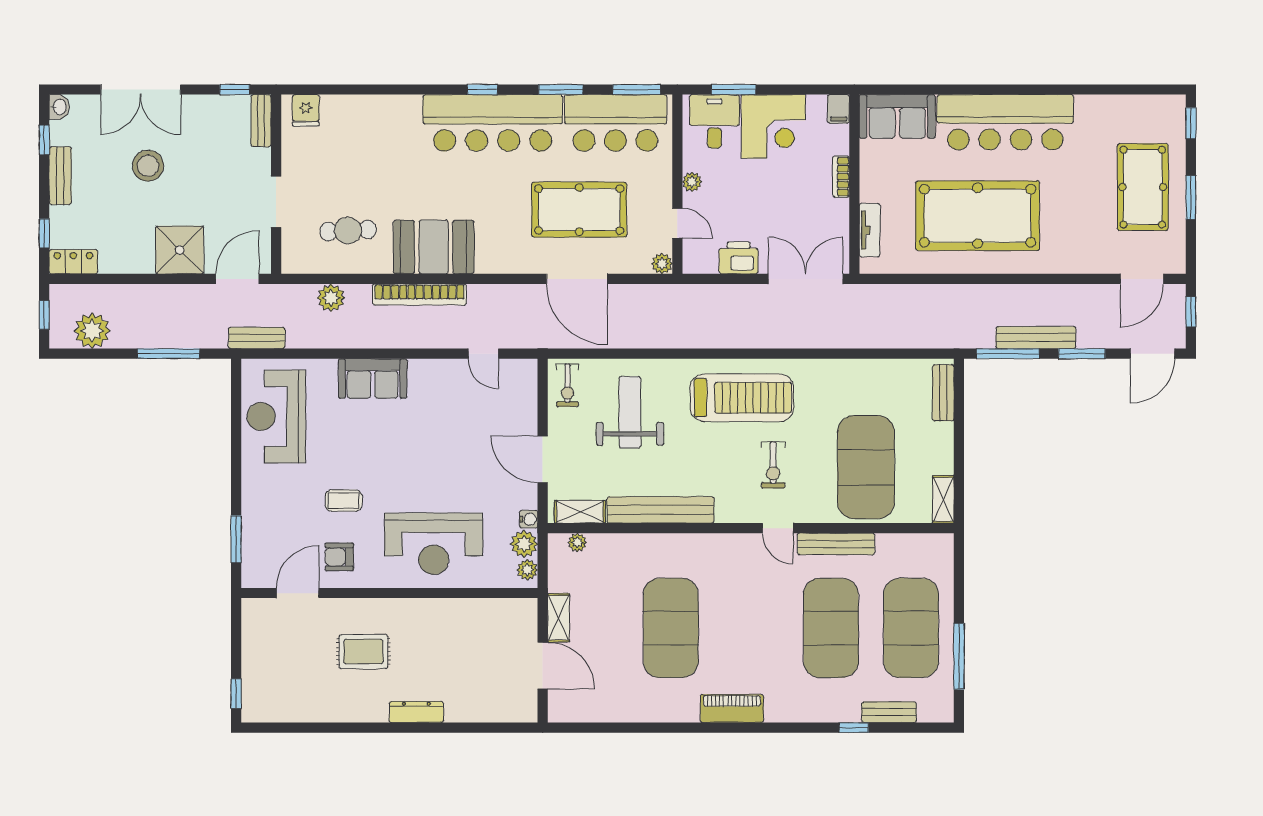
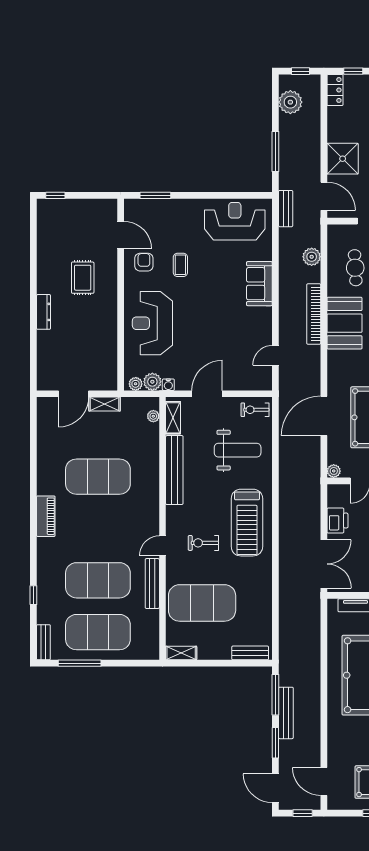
bench: (889, 712) -> (43, 642), moved

